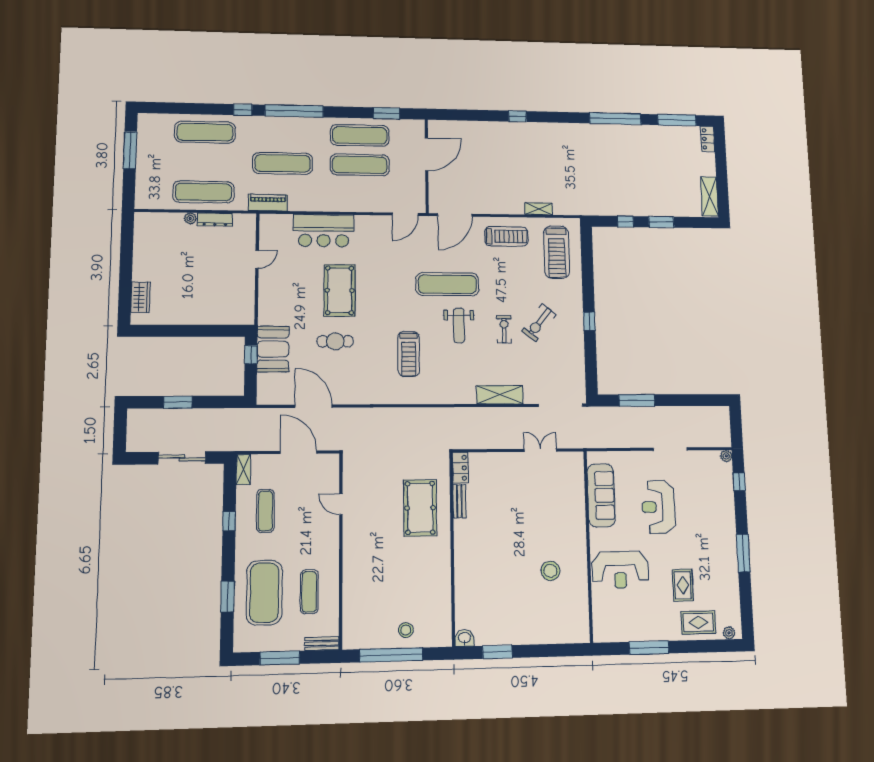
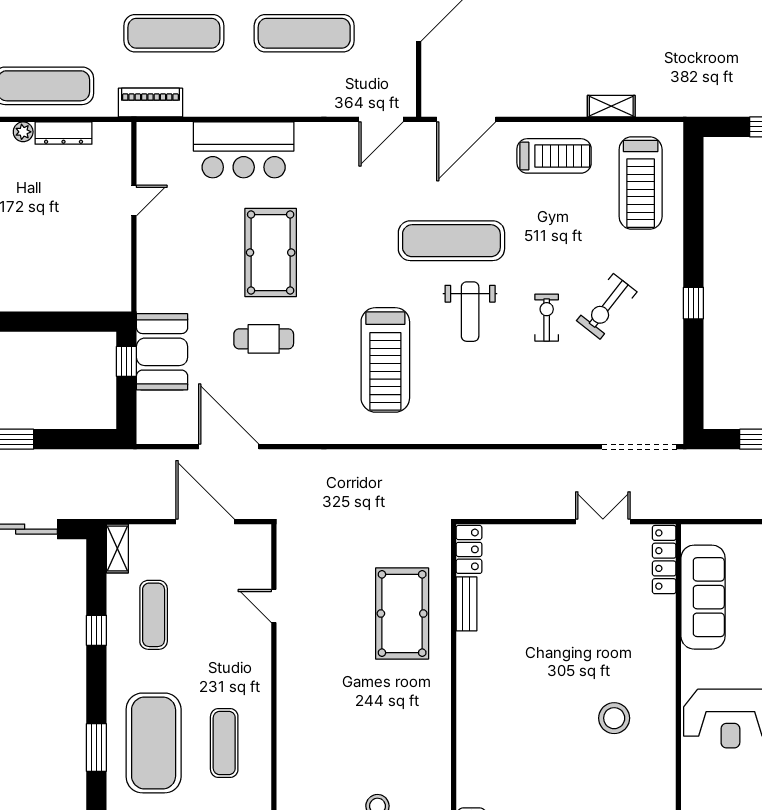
treadmill: (409, 354) -> (385, 360), width x1.37, depth x1.38
shelving: (500, 395) -> (537, 429), removed
locker: (577, 473) -> (664, 560), added

